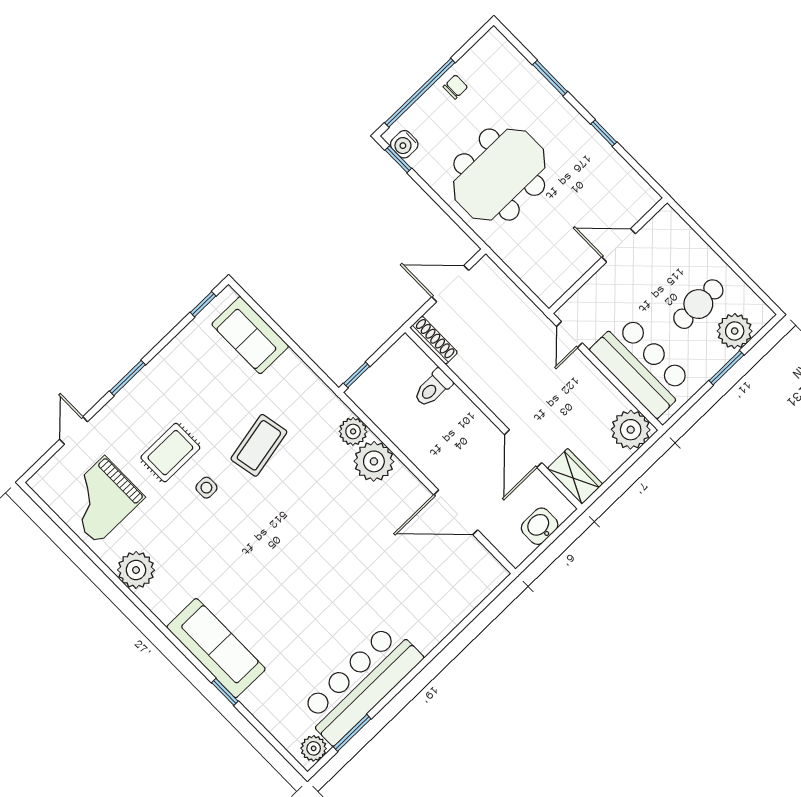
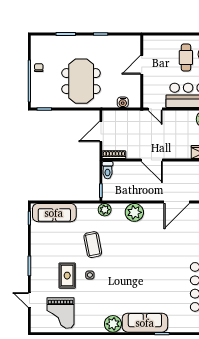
water cooler: (404, 144) -> (123, 102), moved
sofa: (250, 335) -> (54, 213), width x1.36
toilet: (433, 388) -> (108, 170), moved
plant: (353, 431) -> (105, 210), moved
door: (523, 449) -> (152, 160), moved
plant: (136, 570) -> (113, 324), moved

